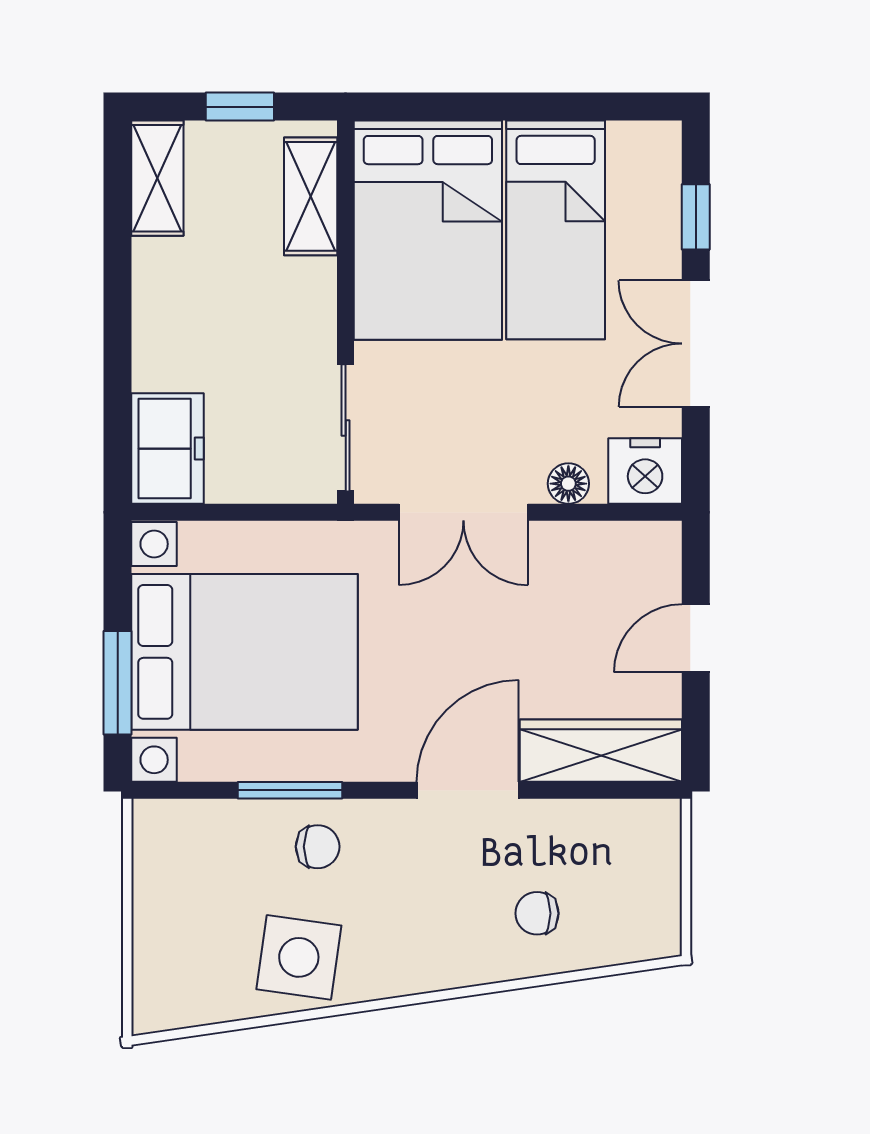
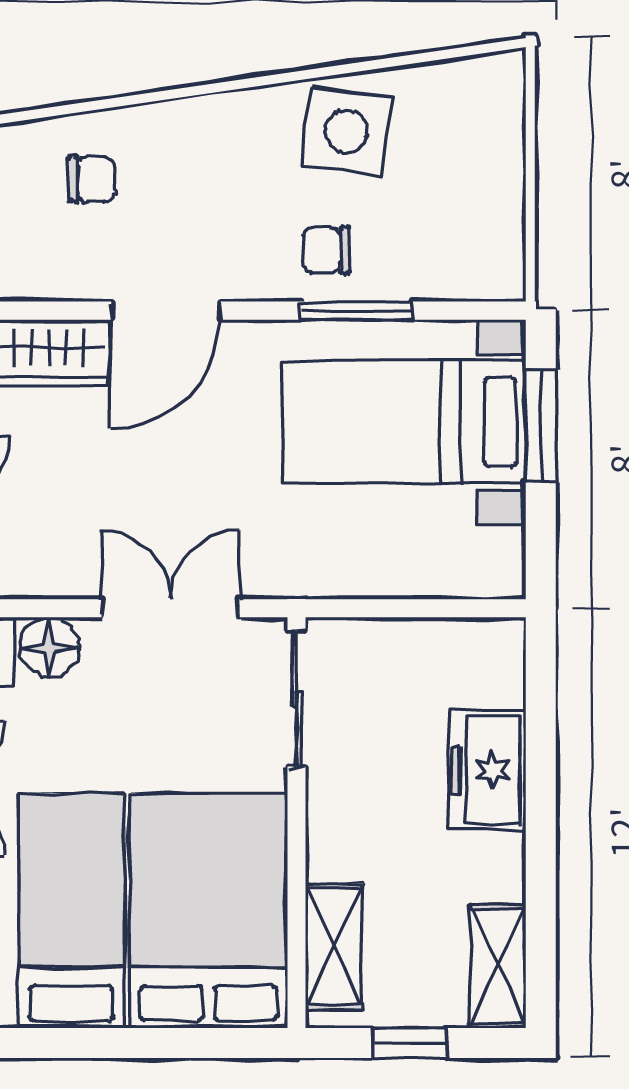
freezer: (168, 449) -> (487, 770), moved
floor lamp: (568, 484) -> (50, 647), width x1.37, depth x1.37
bed with nightstands: (245, 652) -> (405, 422), width x0.73

